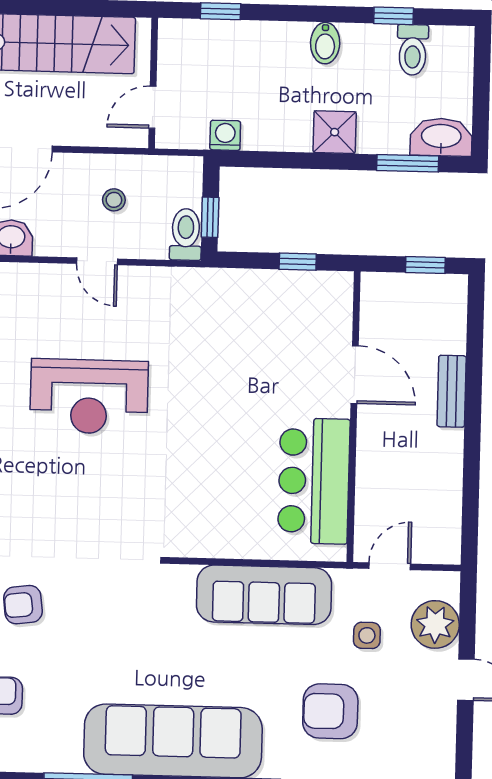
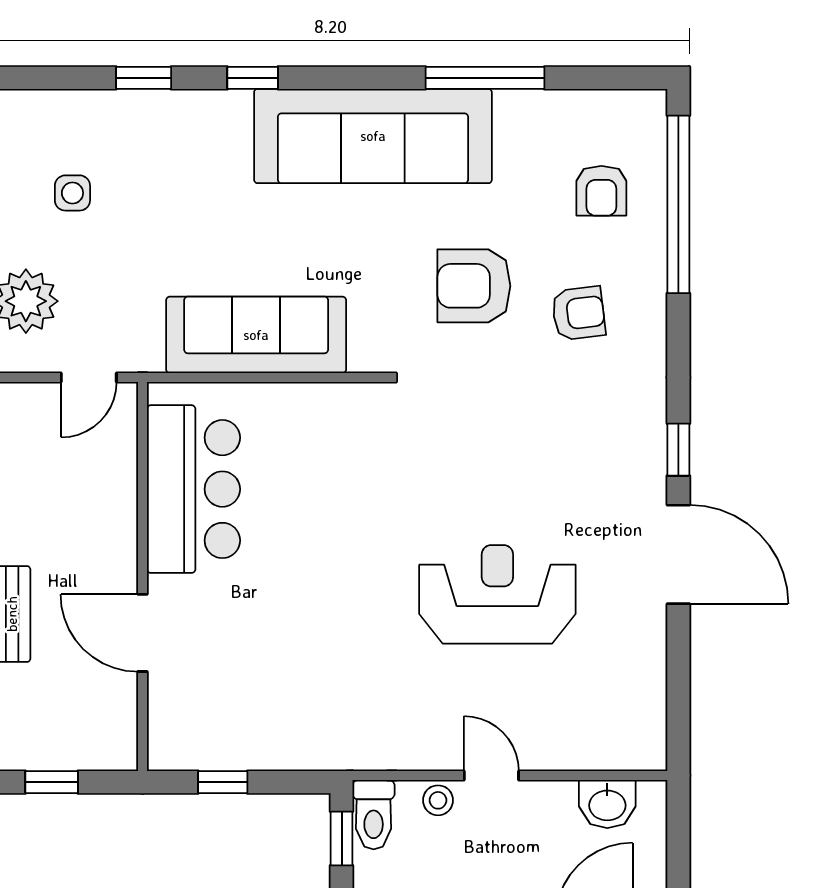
stool: (114, 200) -> (438, 800), moved
side table: (367, 635) -> (72, 193), moved
armchair: (330, 711) -> (474, 286), moved, turned 180

